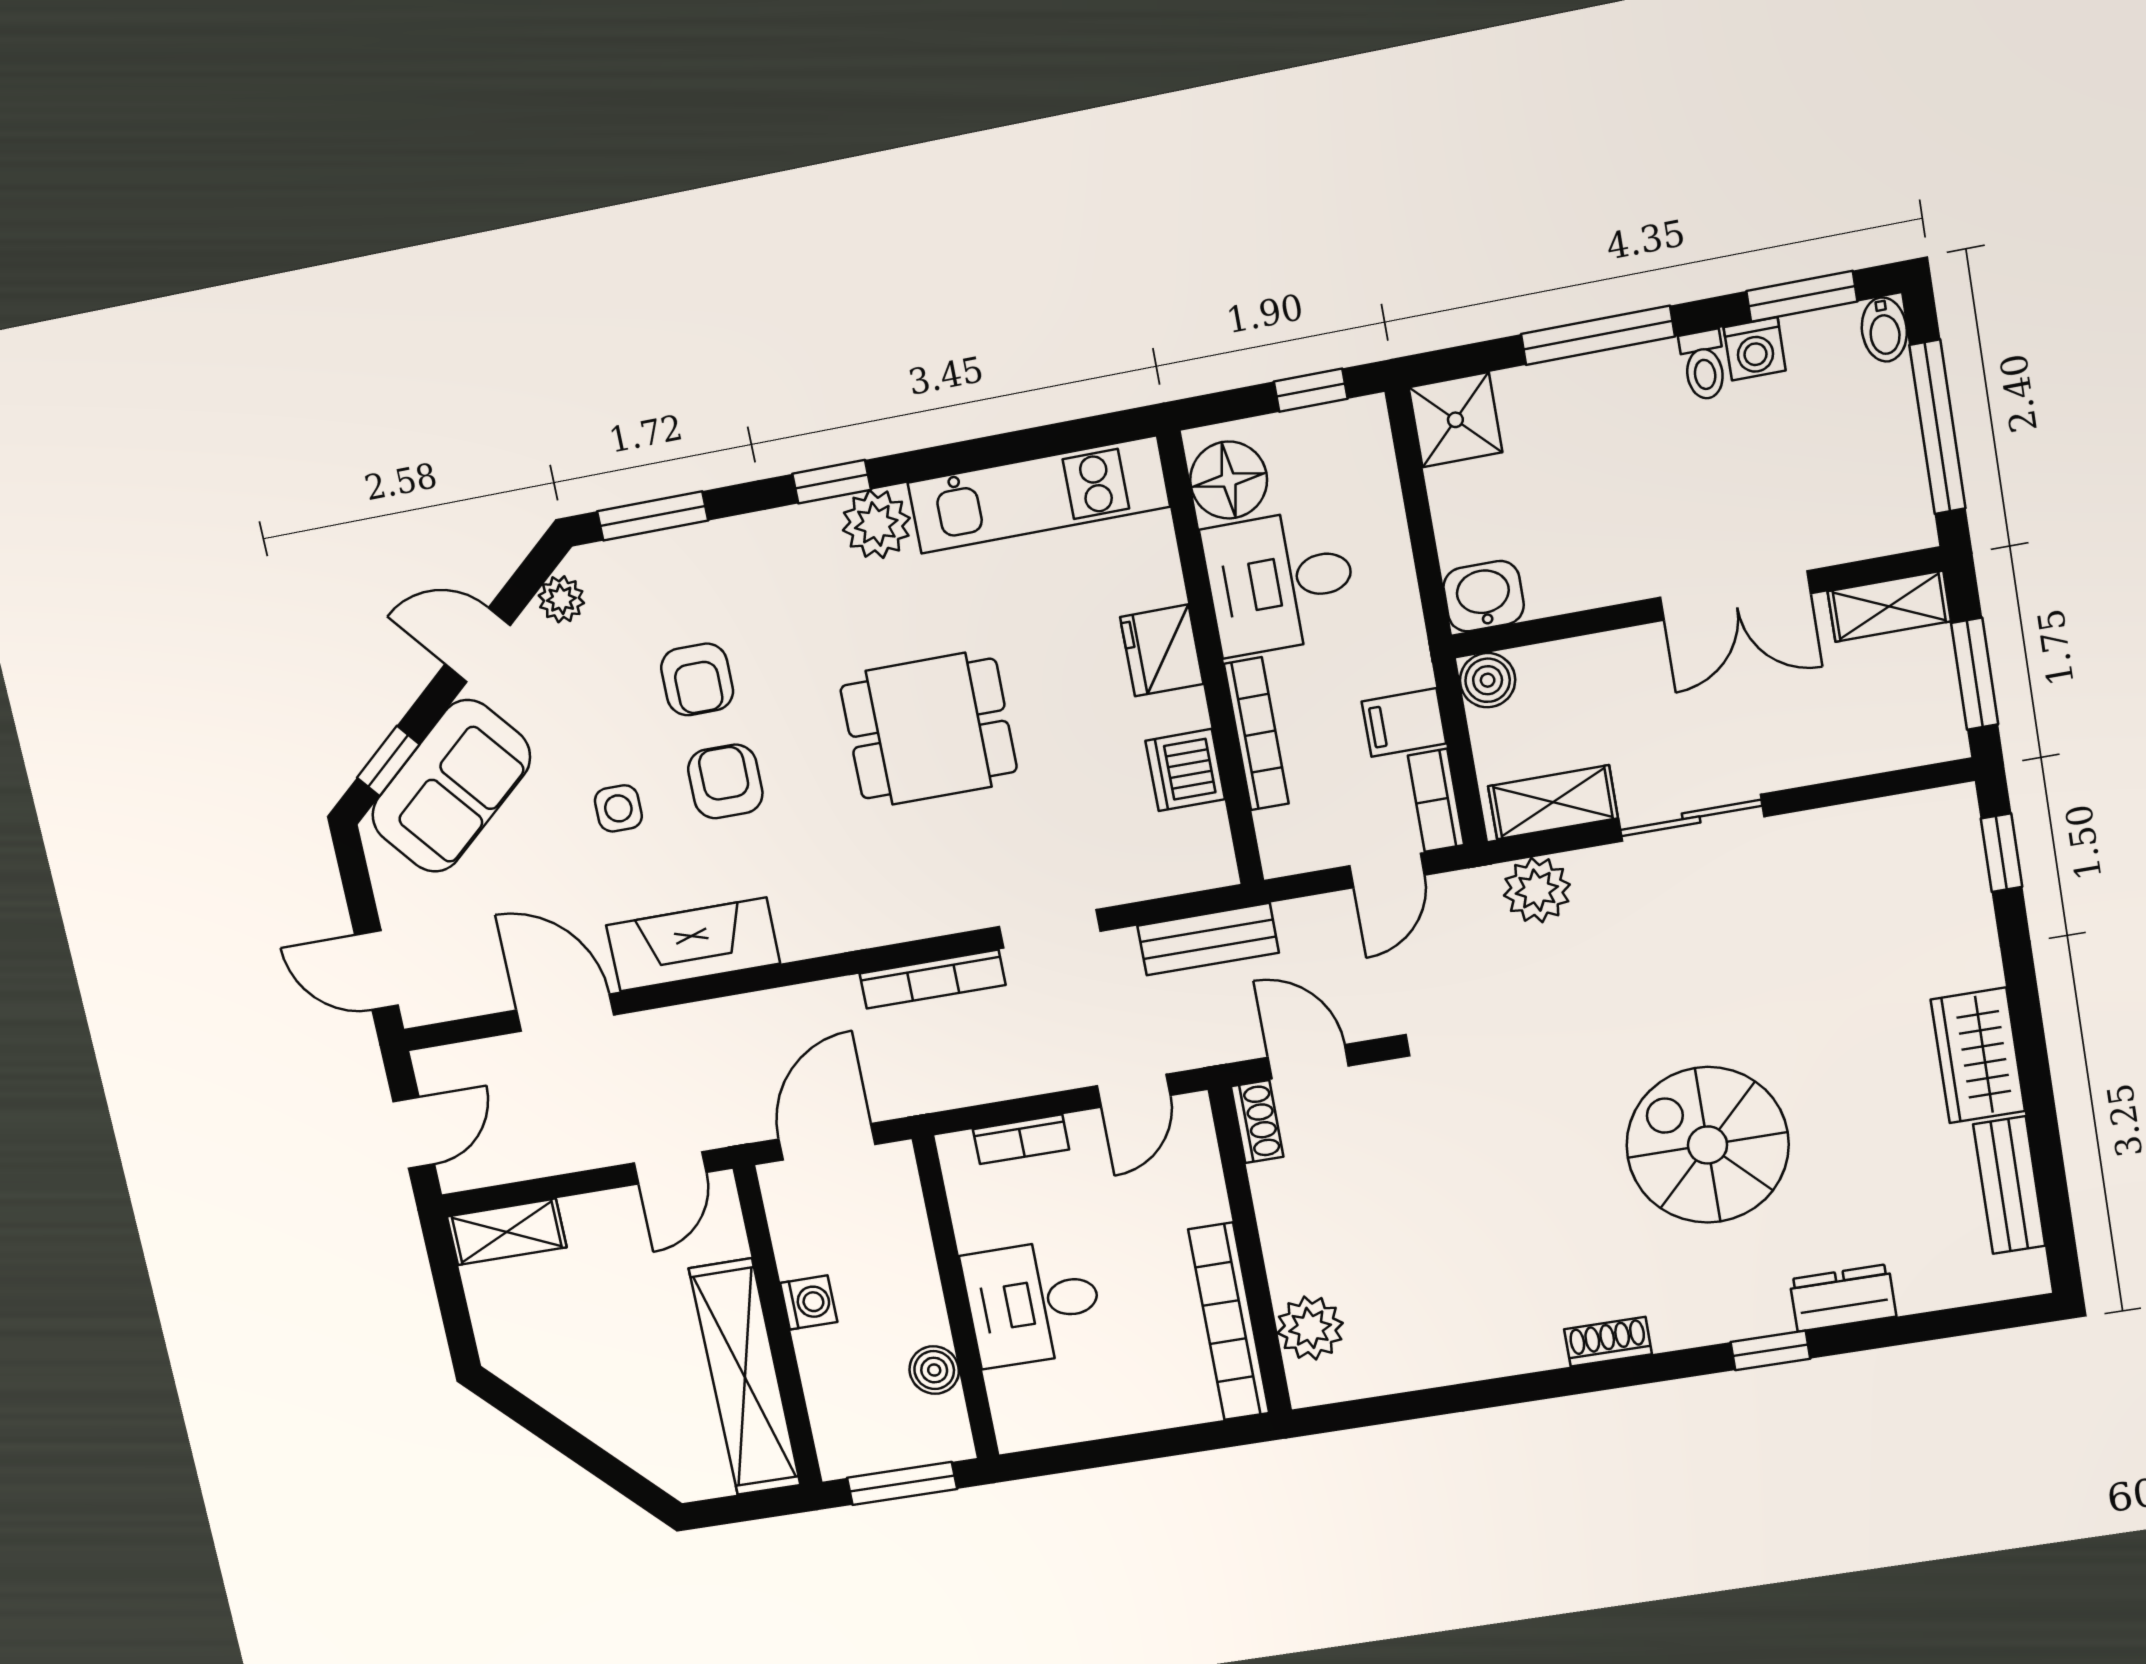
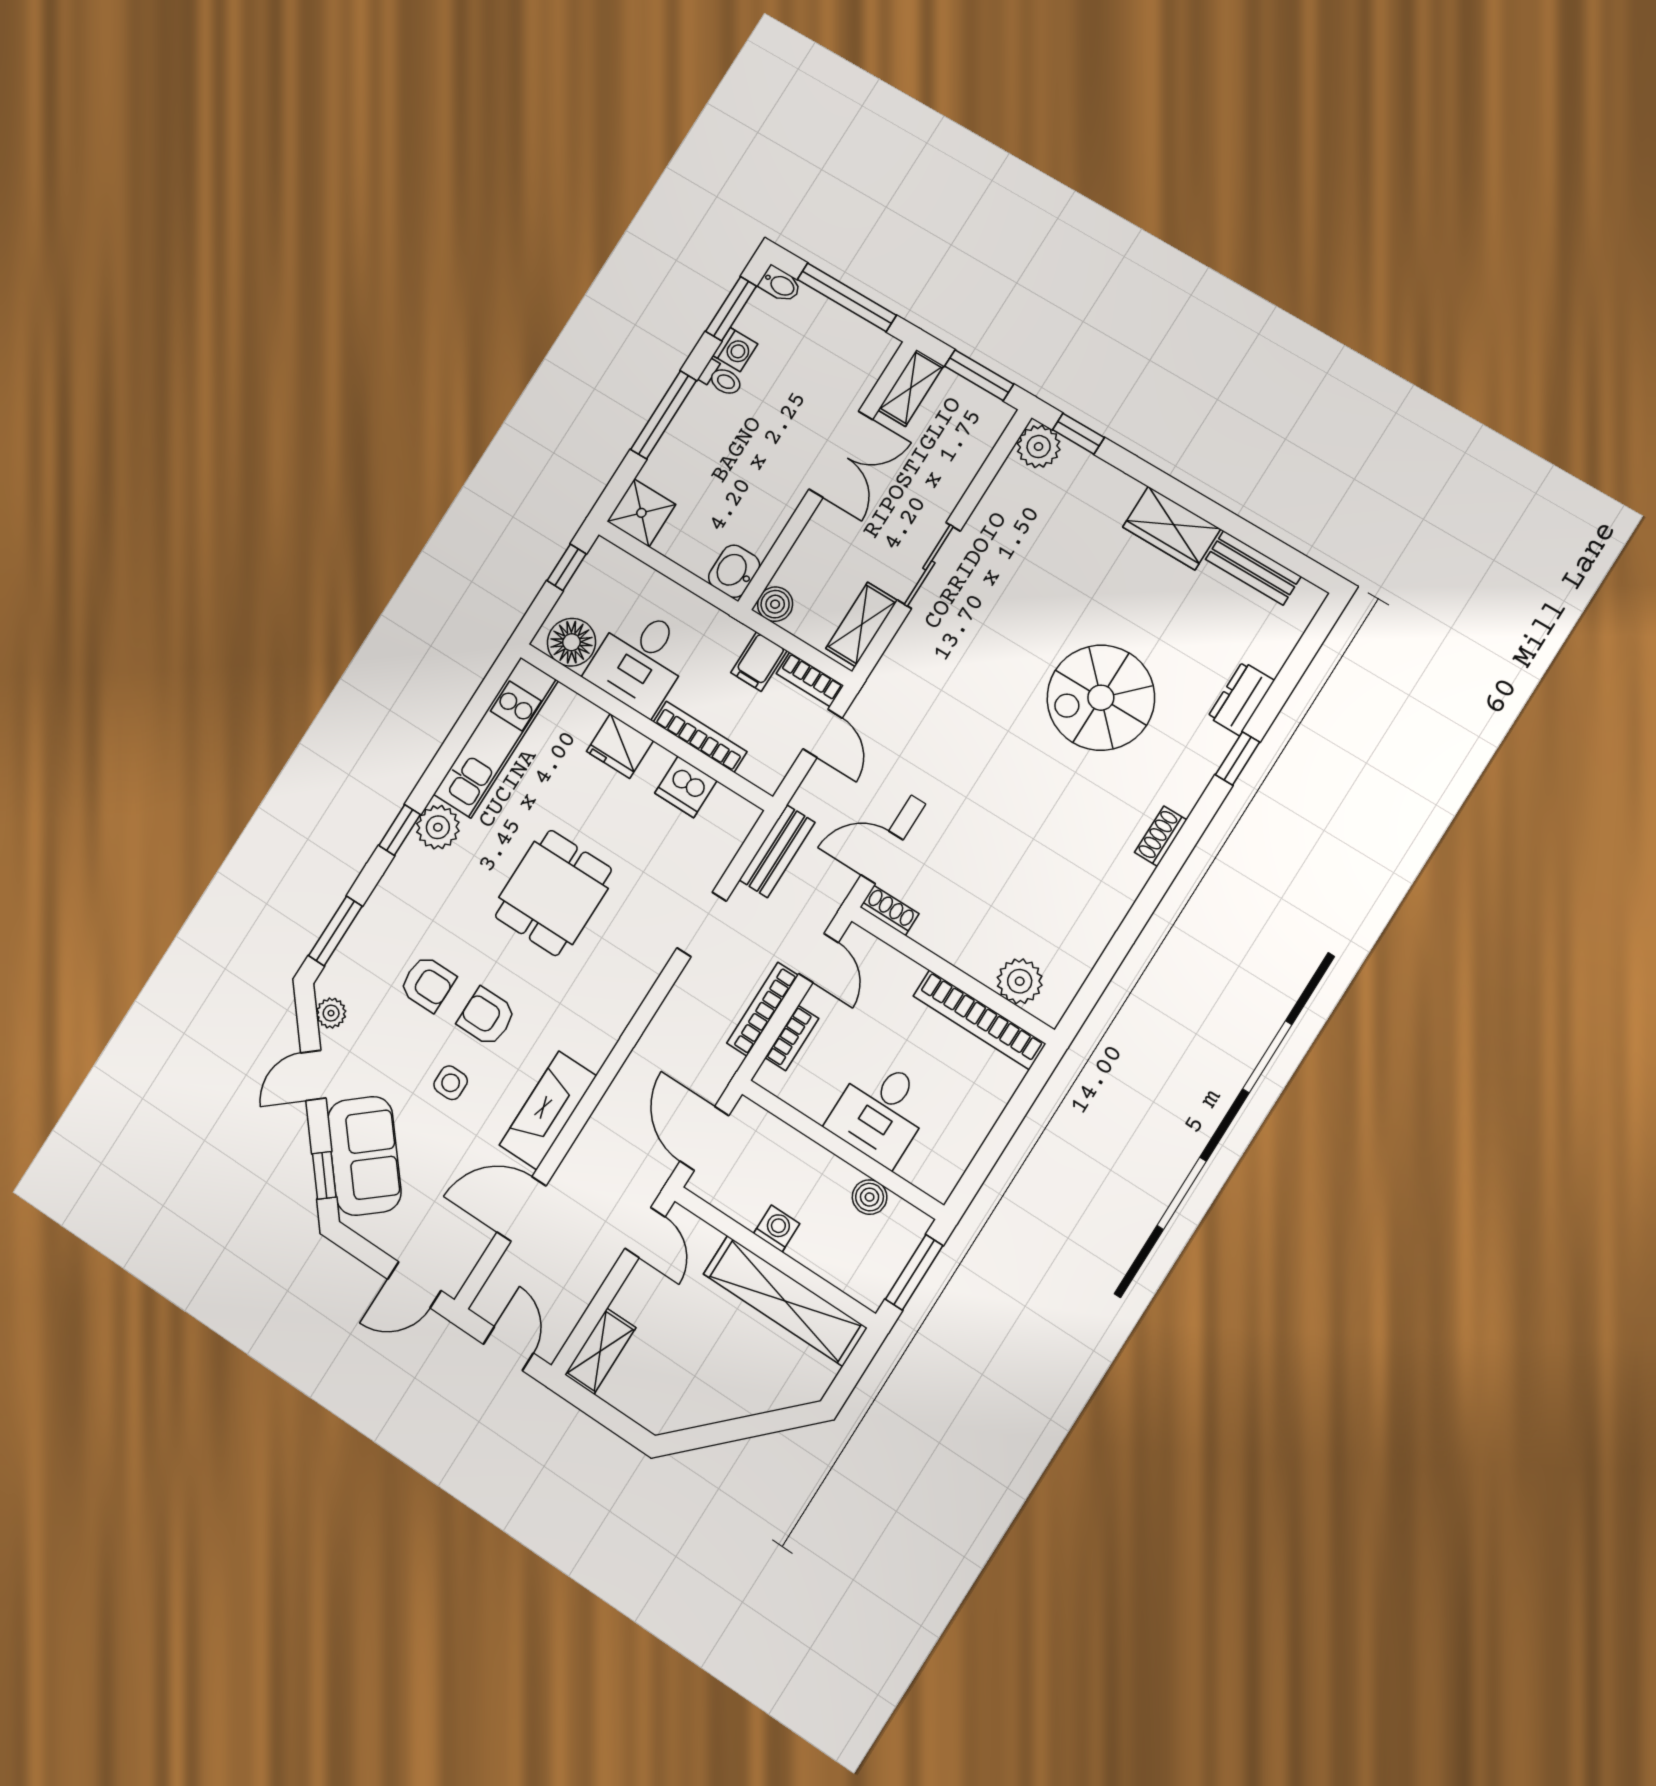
plant: (1537, 890) -> (1039, 447), moved
bookcase: (932, 979) -> (762, 1009), moved, turned 180

